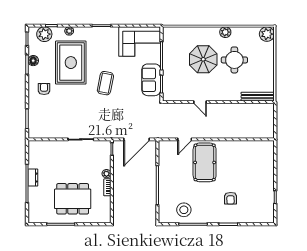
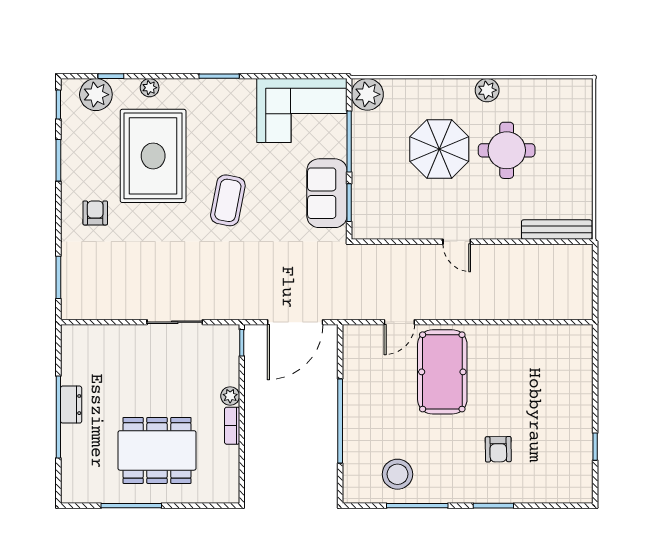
plant: (267, 34) -> (367, 94), moved
floor lamp: (33, 61) -> (72, 152), removed
door: (200, 102) -> (457, 242), moved

